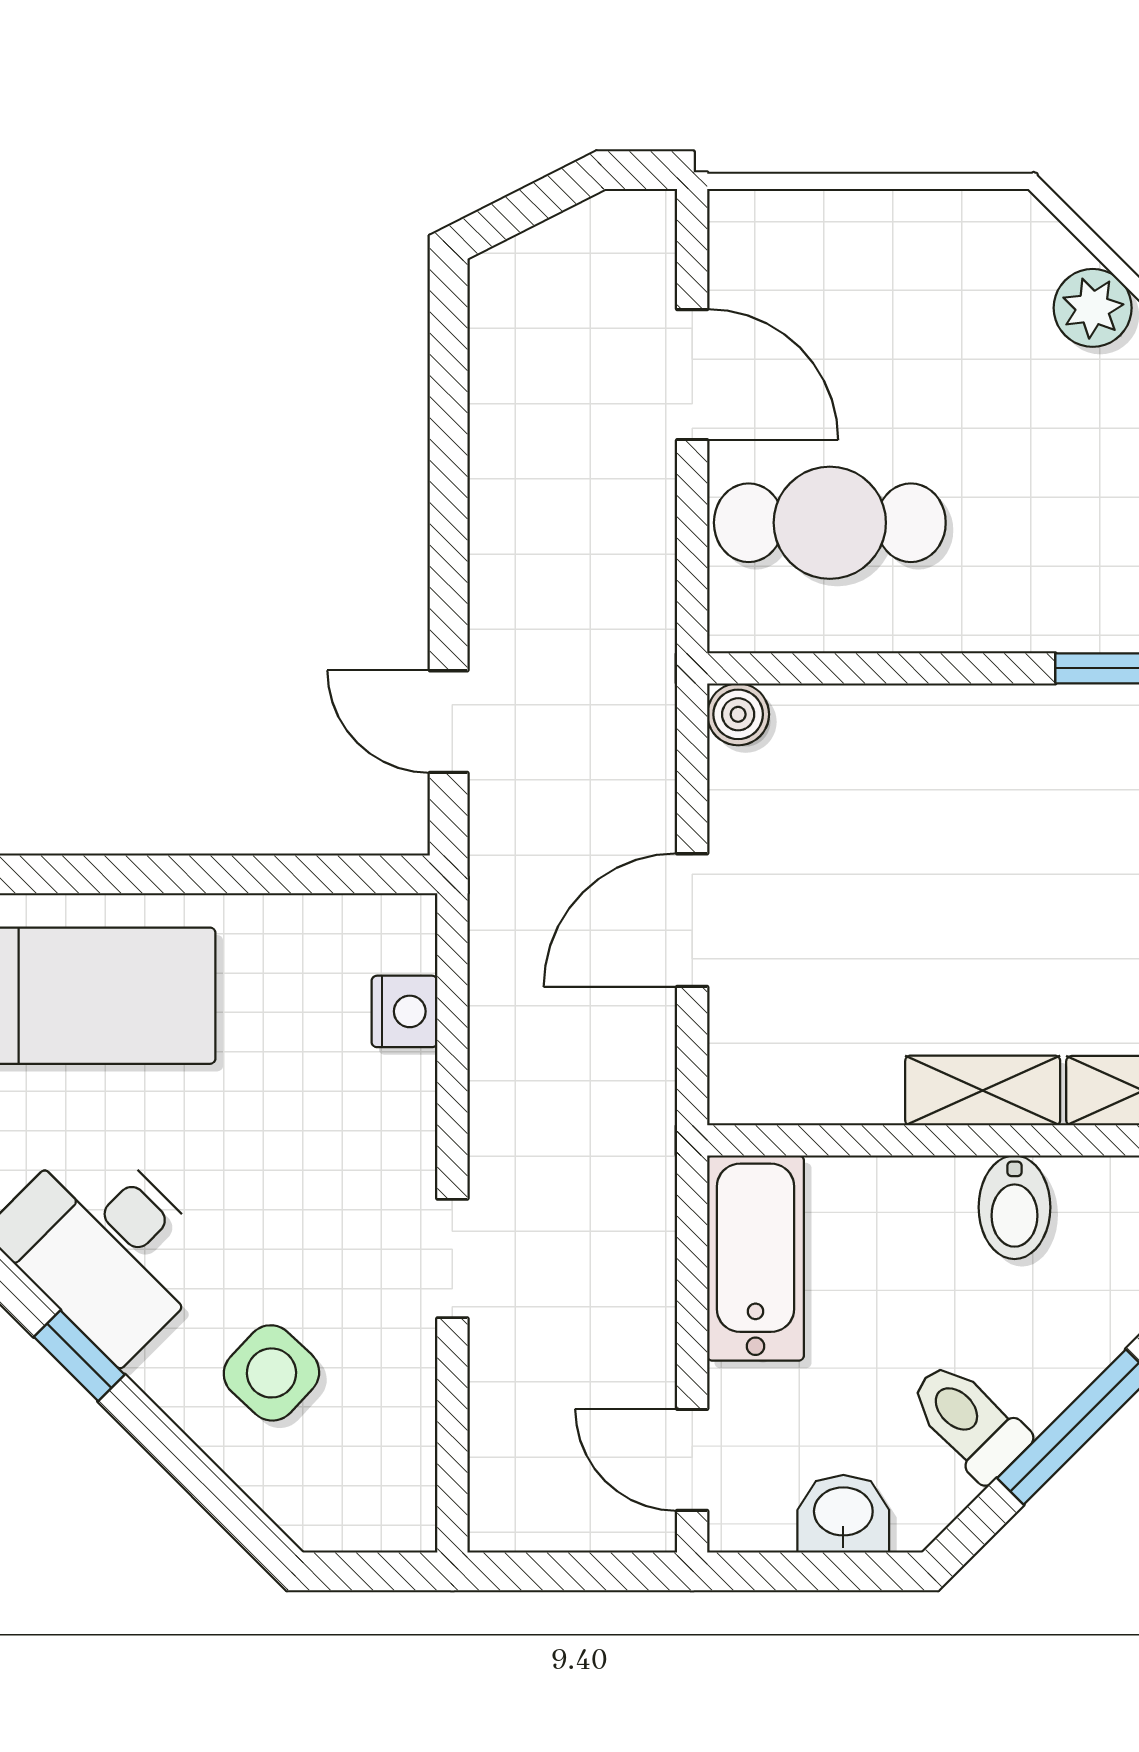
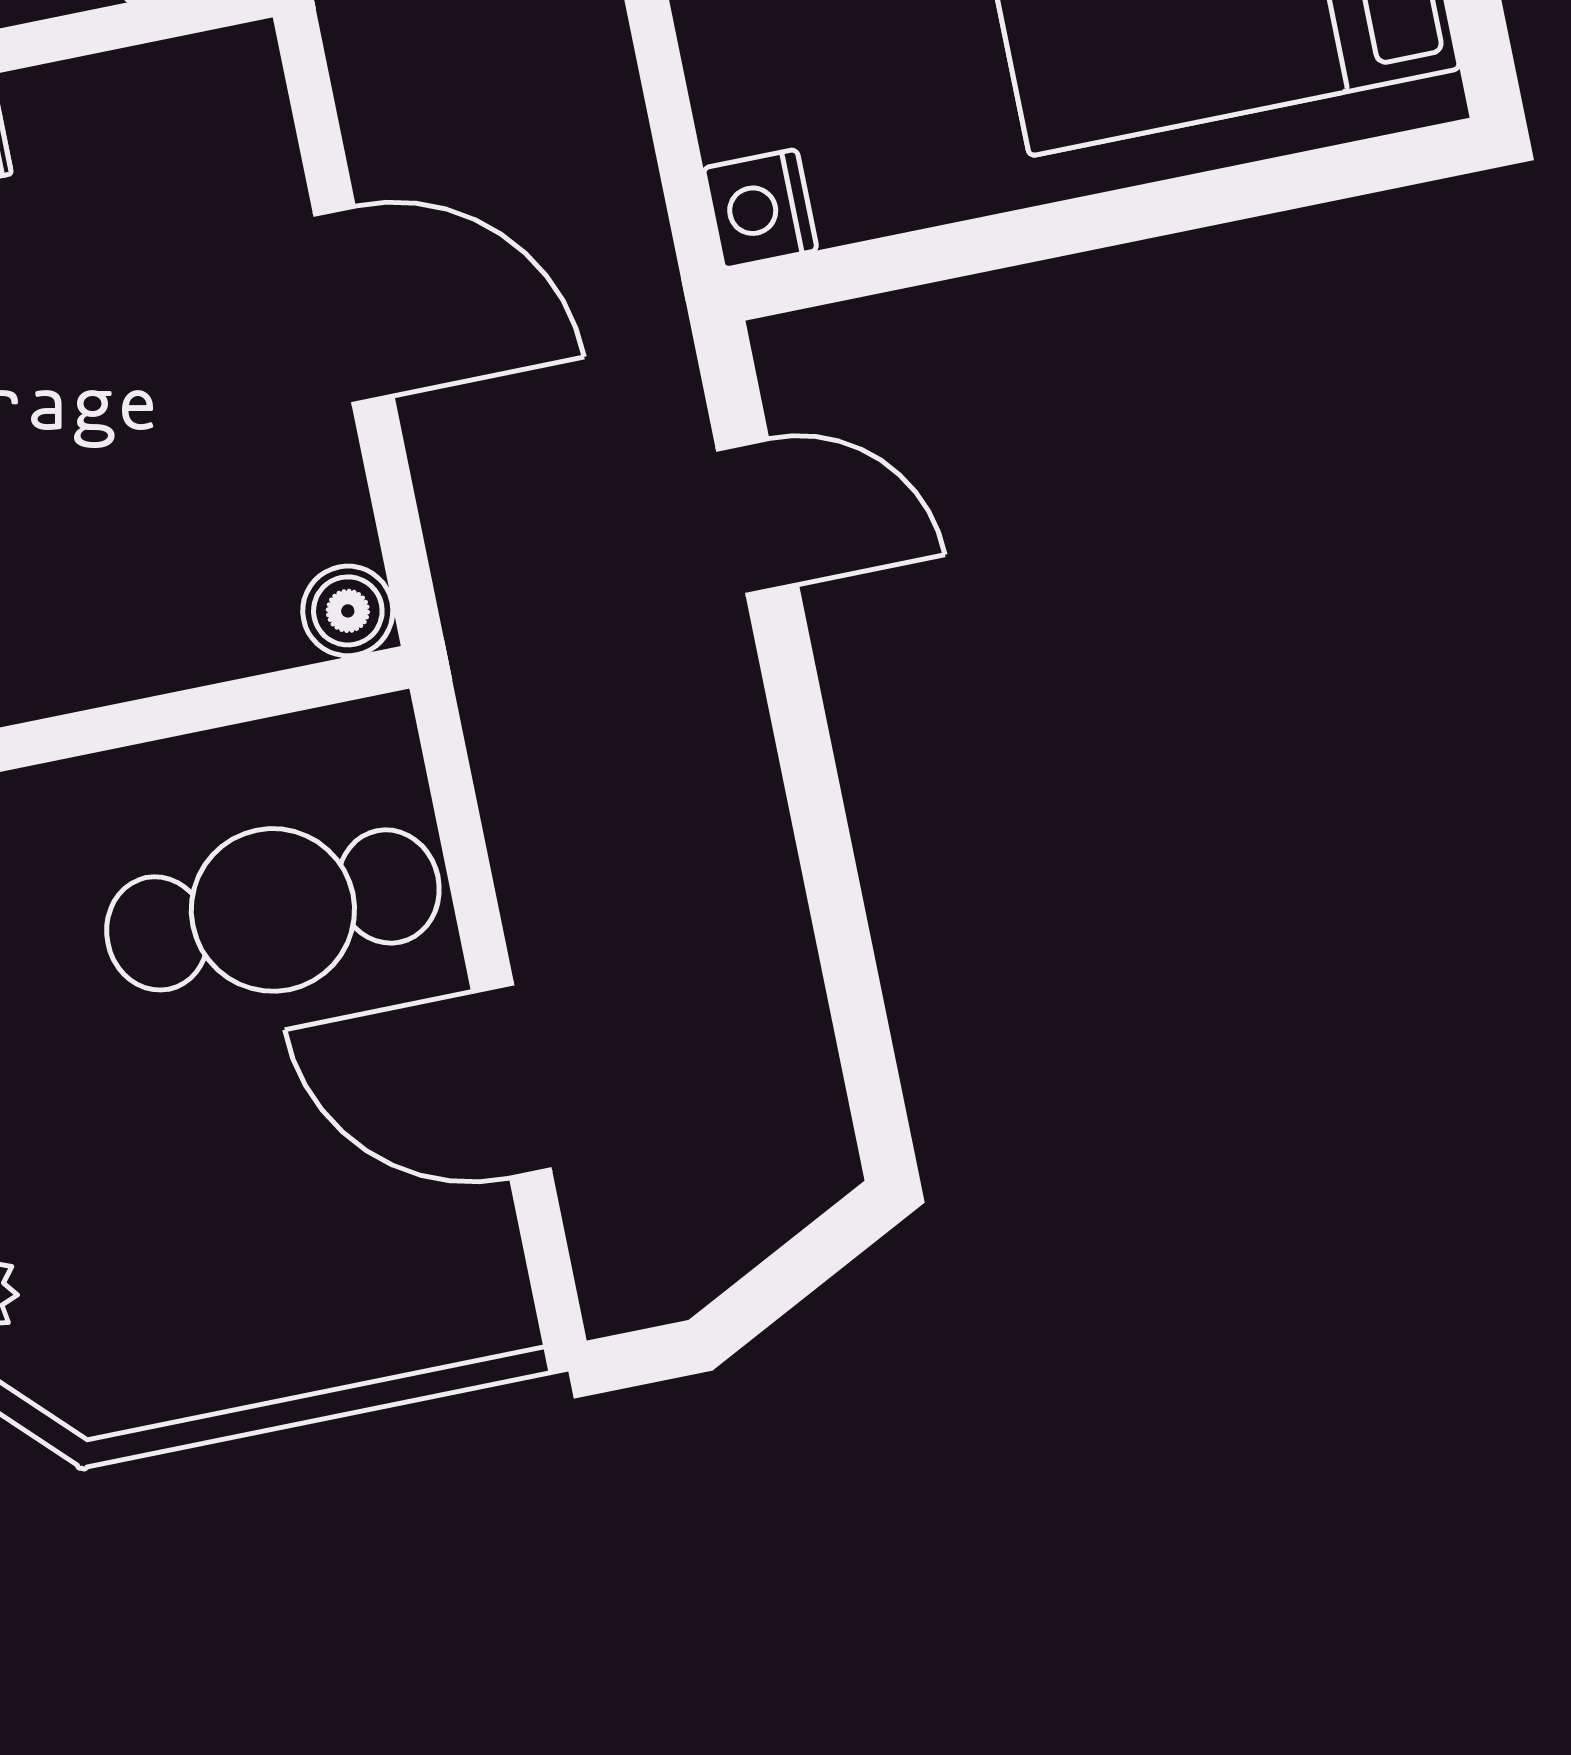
door: (692, 920) -> (354, 305), hinge flipped
nightstand: (404, 1011) -> (760, 209), moved

